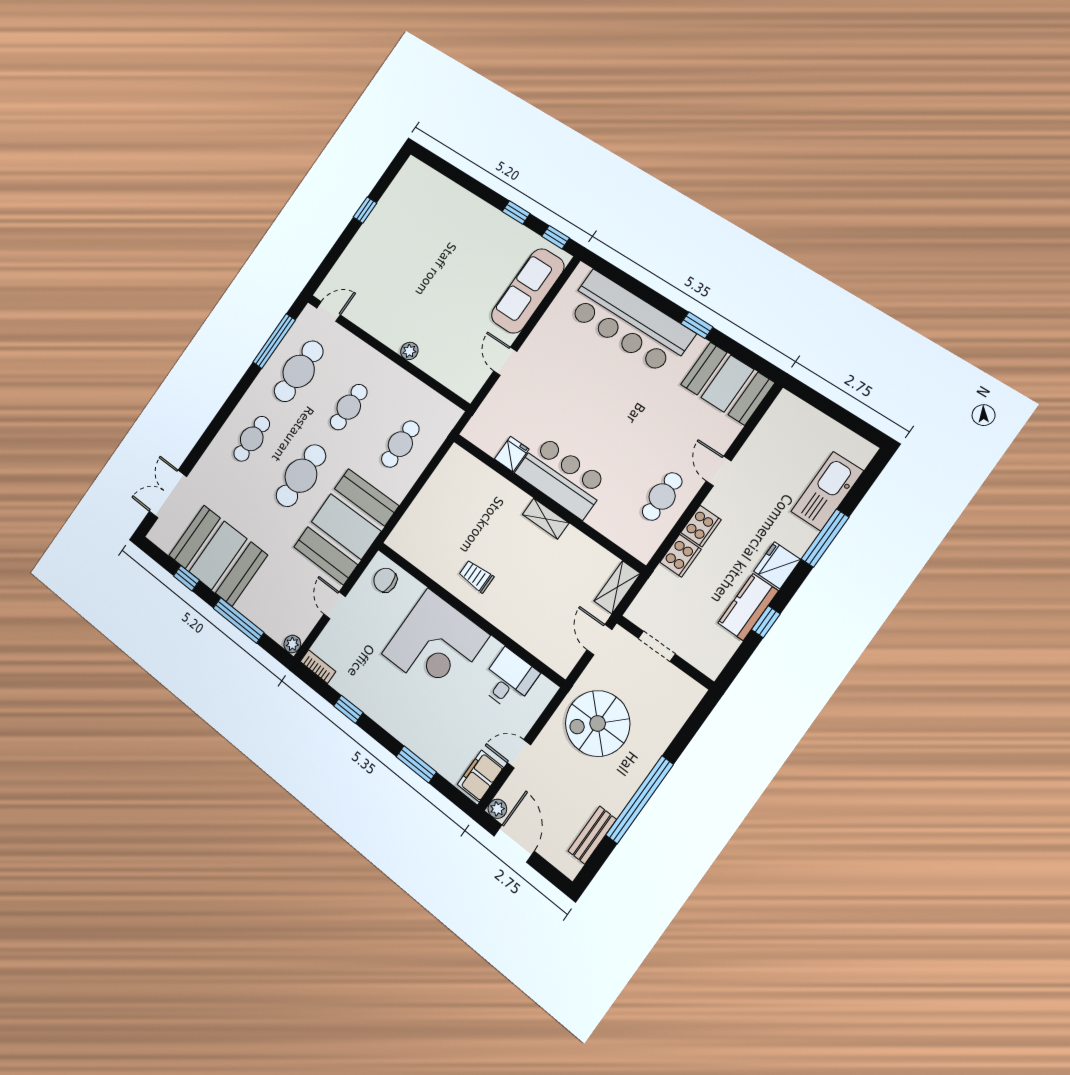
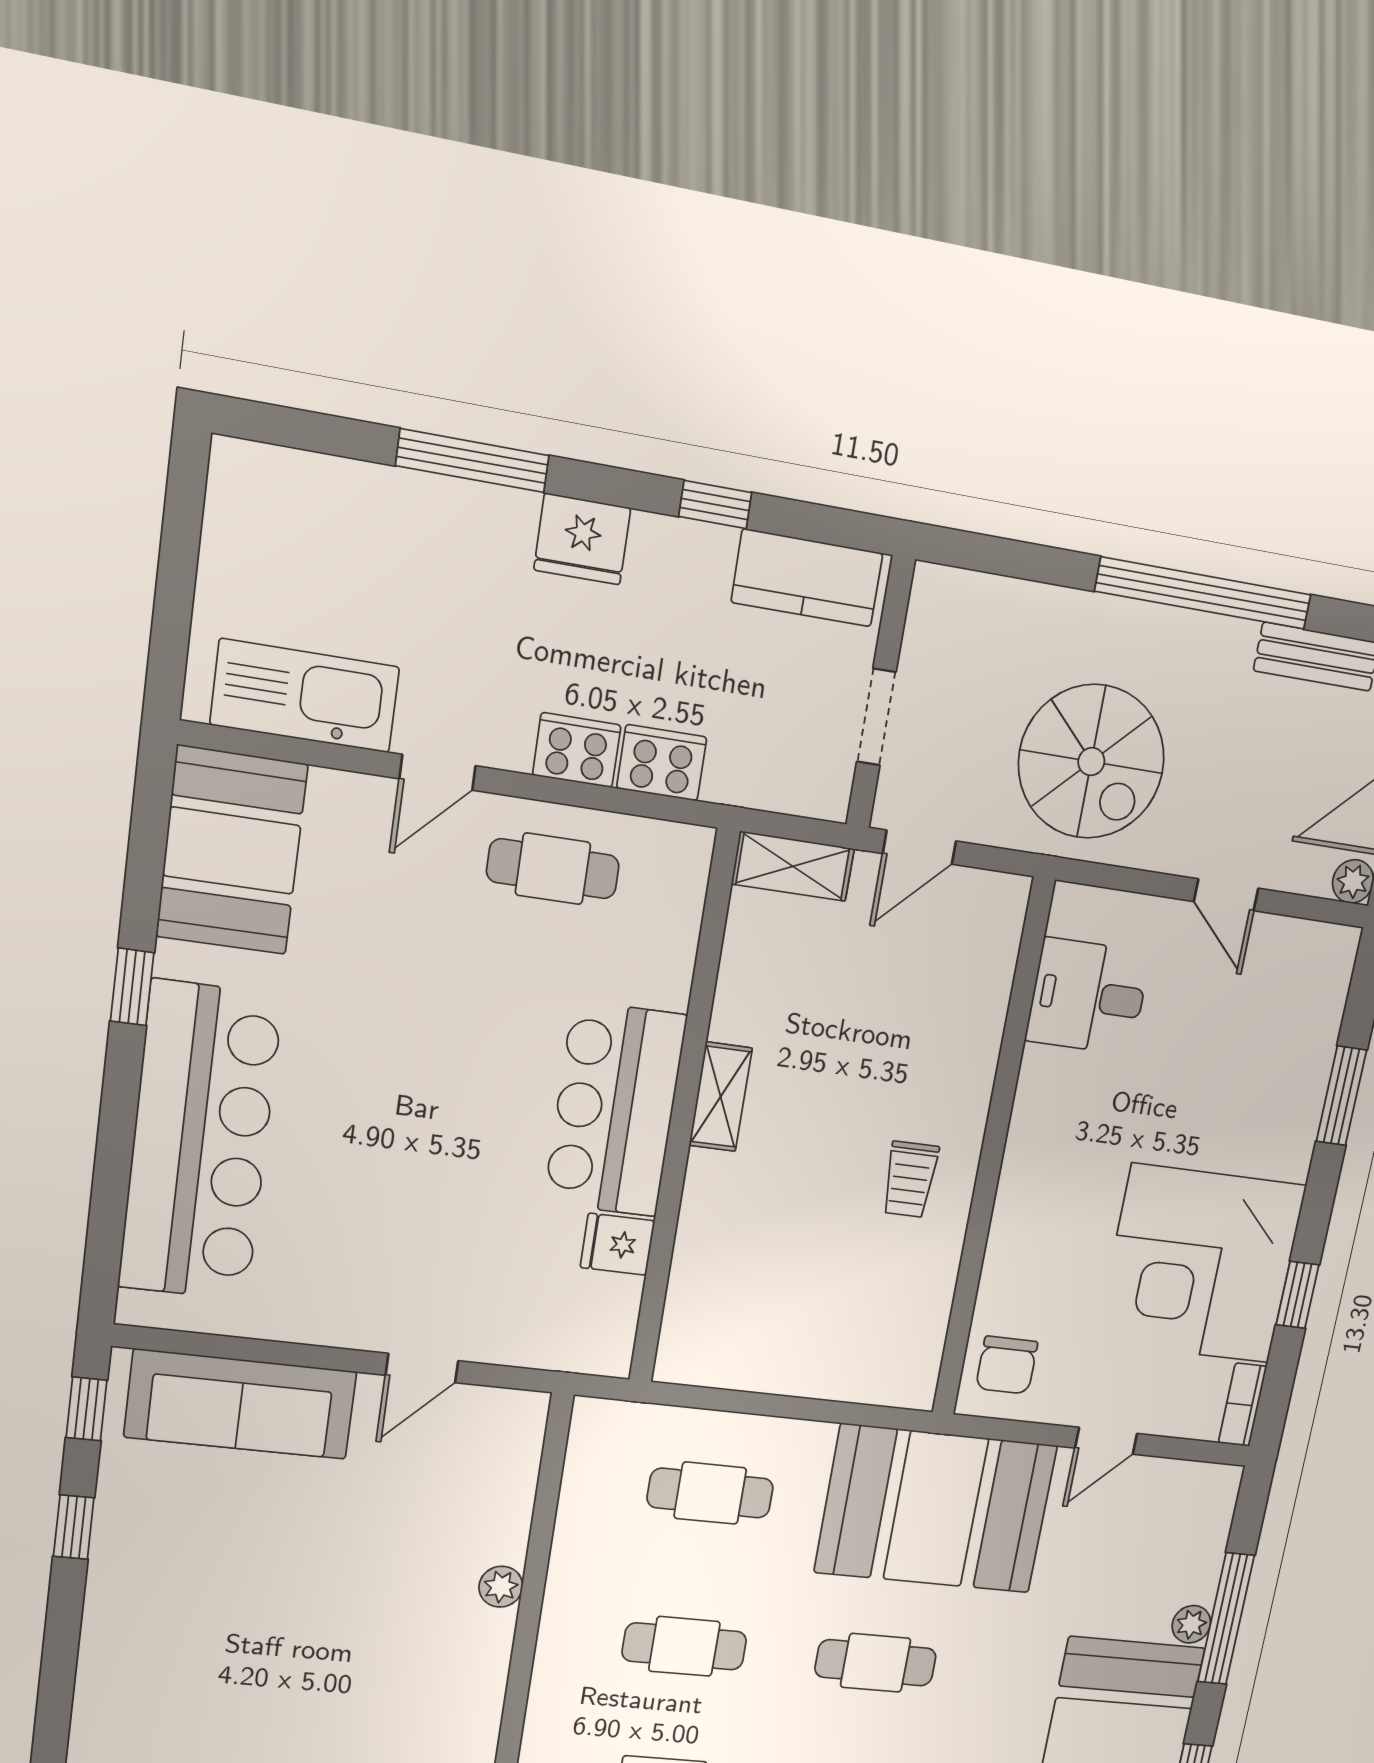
cafe table: (301, 476) -> (876, 1663), width x0.73, depth x0.74
kitchen sink: (827, 491) -> (305, 696), moved, turned 180
kitchen counter: (748, 607) -> (807, 578), moved
plant: (292, 644) -> (1191, 1624), moved
corner desk: (436, 645) -> (1201, 1264), moved, turned 180
filing cabinet: (480, 776) -> (1305, 951), removed

